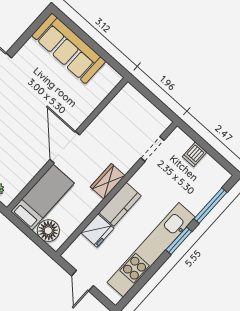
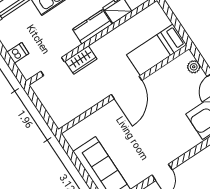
wardrobe: (108, 181) -> (81, 60), moved
floor lamp: (48, 231) -> (159, 20), removed

